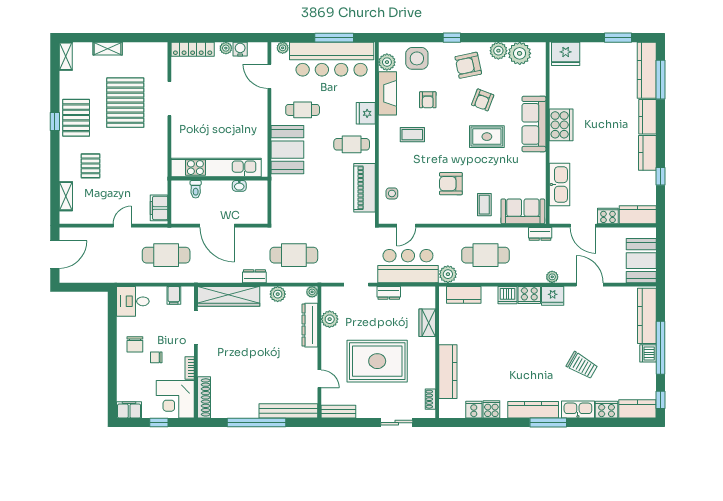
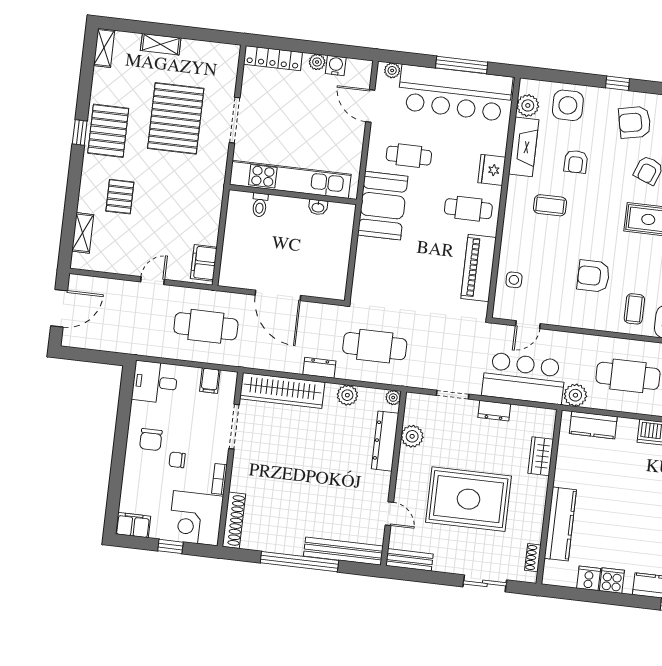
kitchen unit: (216, 168) -> (290, 179), moved
wall: (219, 179) -> (293, 195), moved
washbasin: (239, 186) -> (318, 207), moved
toilet: (196, 189) -> (260, 205), moved

